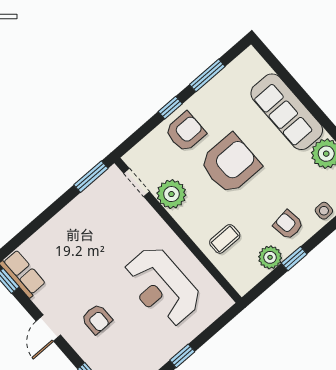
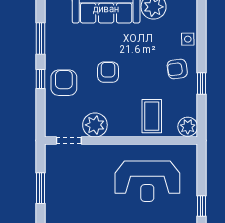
armchair: (230, 164) -> (108, 72), width x0.53, depth x0.53
window: (91, 177) -> (41, 188), moved
coffee table: (225, 239) -> (152, 116), width x1.36, depth x1.30
plant: (270, 257) -> (188, 127), moved

